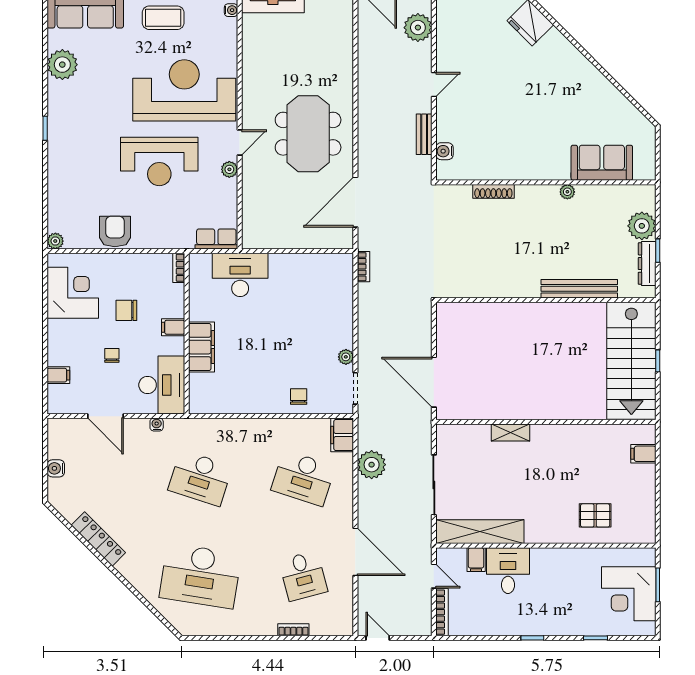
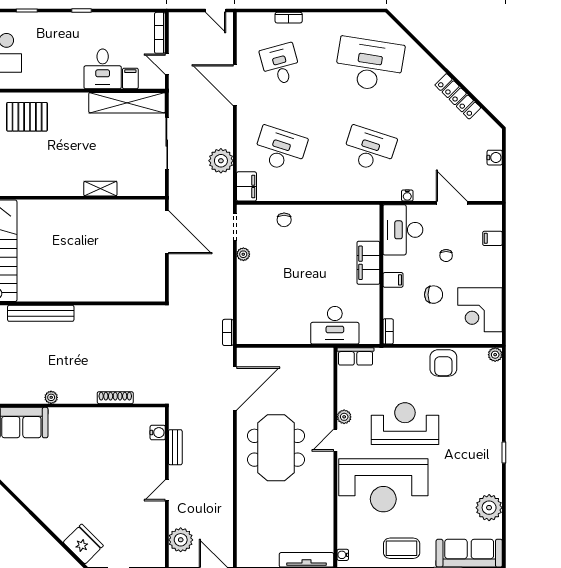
pallet: (595, 515) -> (27, 117), width x1.50, depth x1.42

